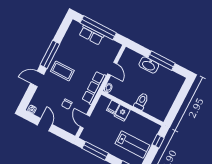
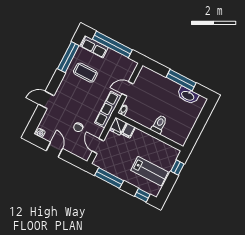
row of seats: (91, 35) -> (95, 47), moved
window: (50, 54) -> (68, 57), moved
washbasin: (149, 65) -> (188, 95), moved
door: (112, 69) -> (128, 89), swing flipped
coffee table: (62, 71) -> (85, 73), moved
fridge: (122, 113) -> (118, 126), moved

